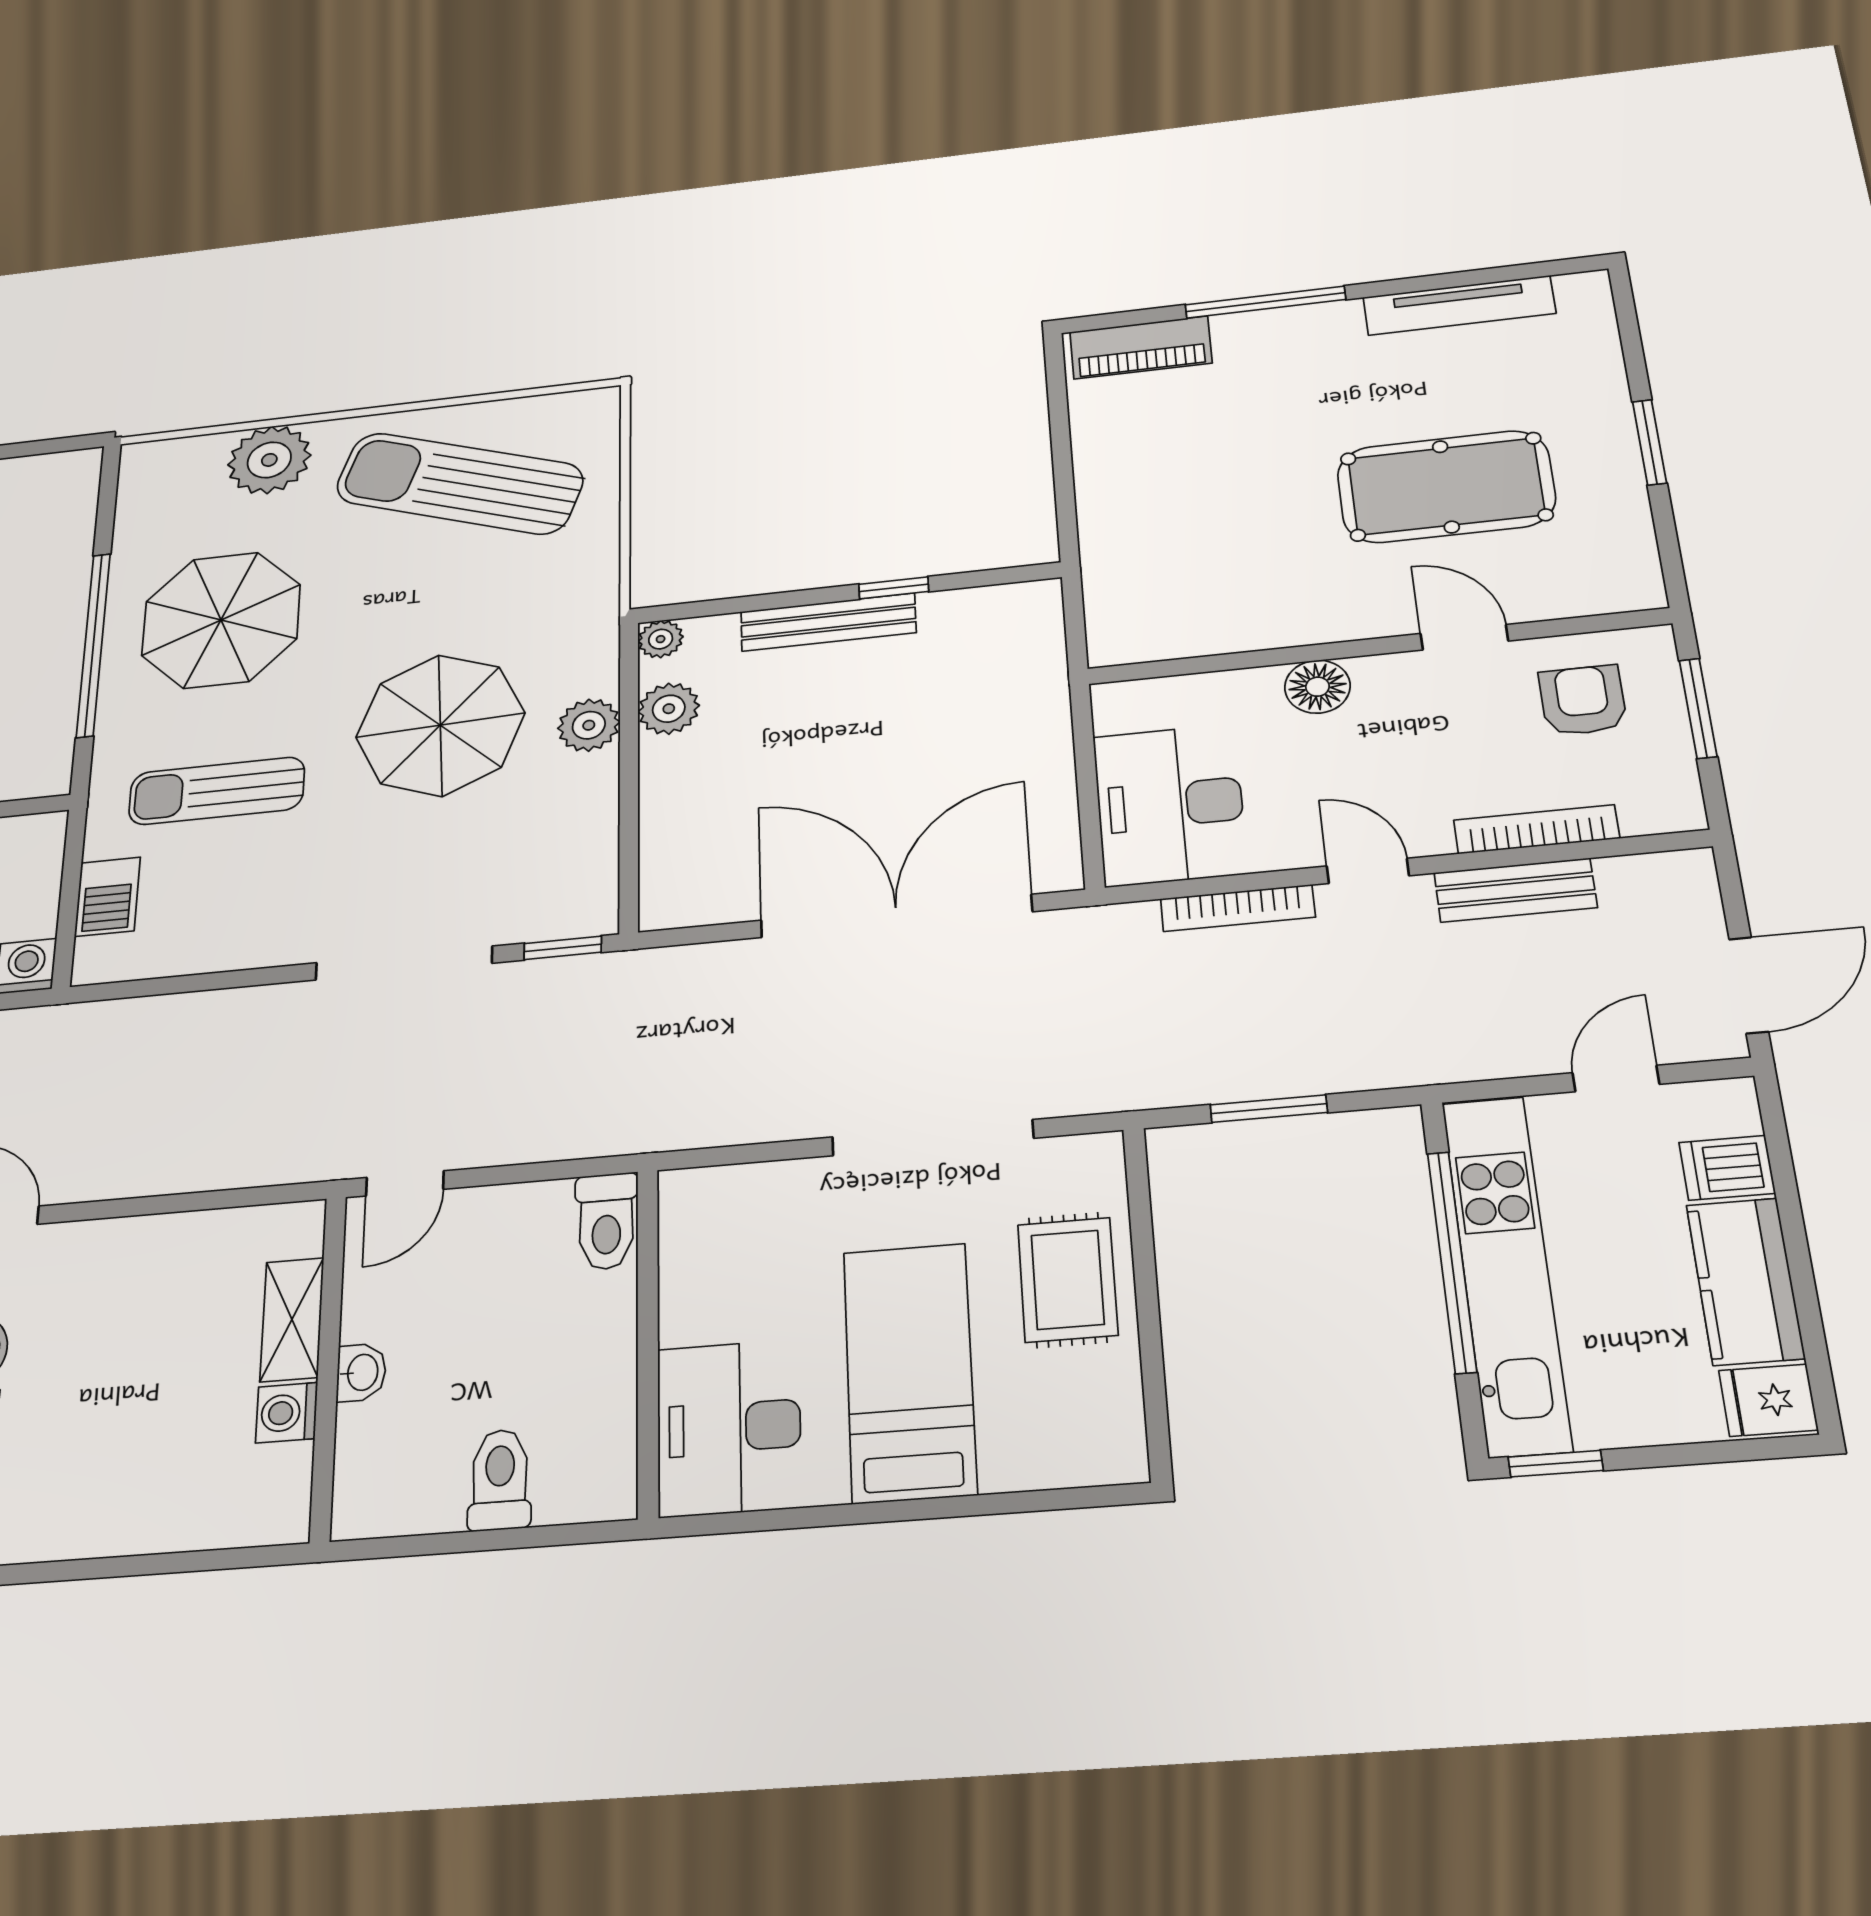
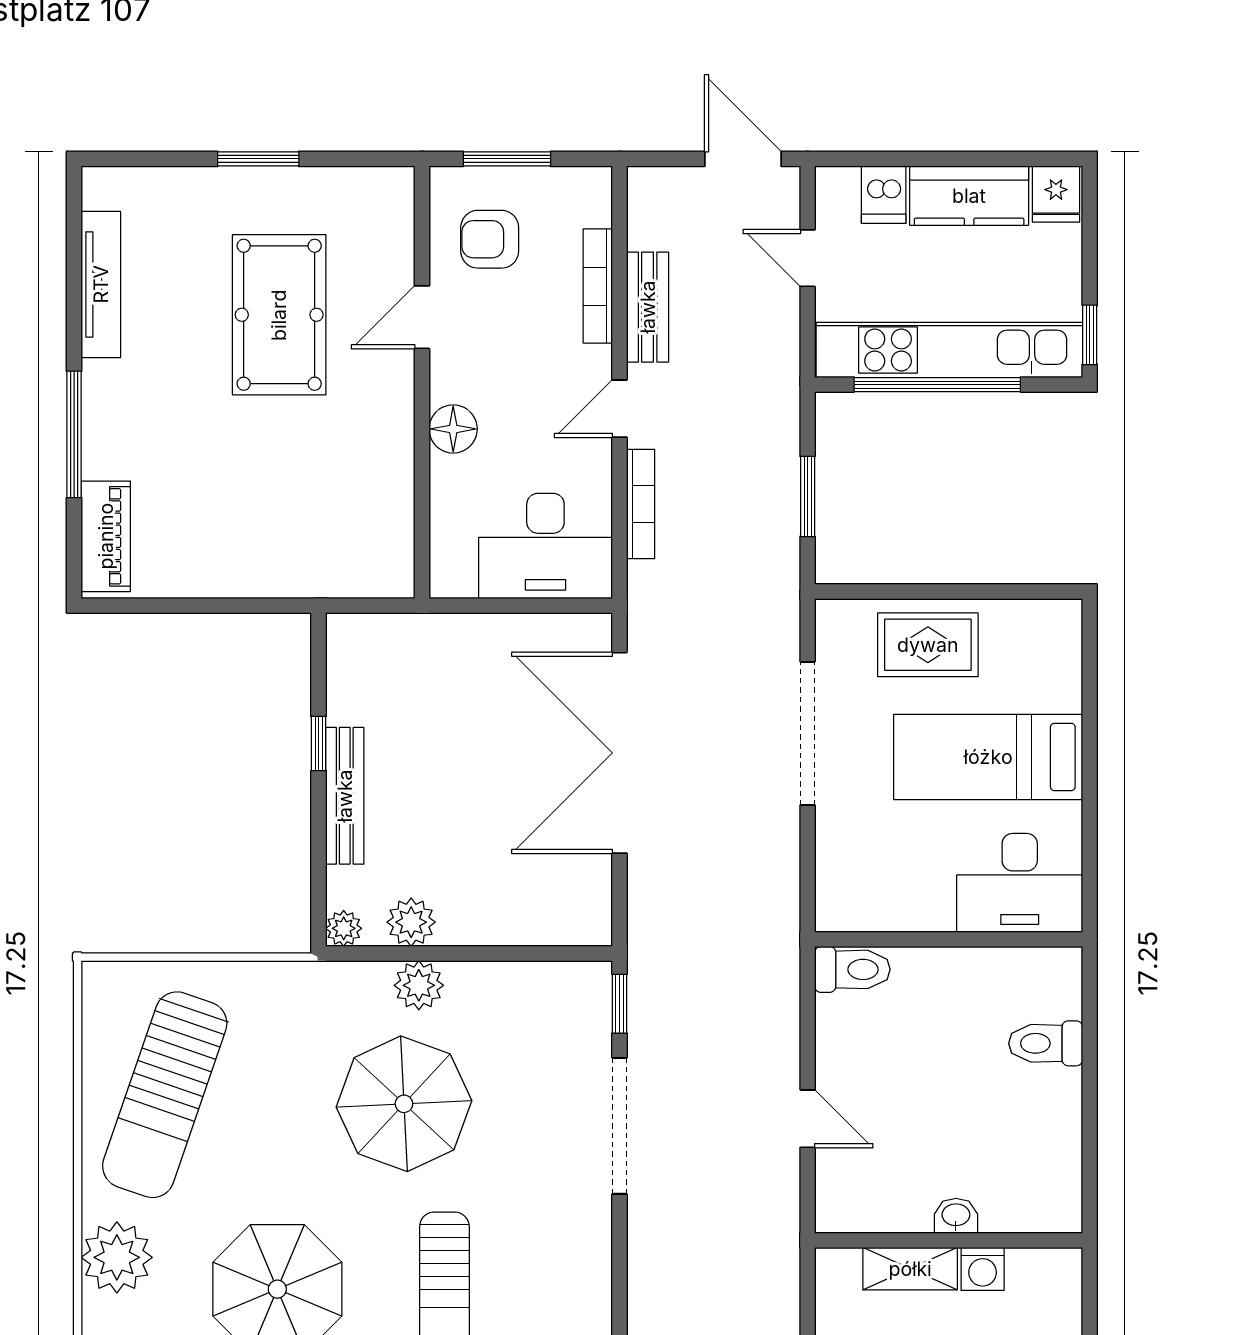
shelving: (292, 1320) -> (910, 1269), moved
wall: (328, 1366) -> (949, 1240), moved
washbasin: (361, 1372) -> (956, 1216), moved
washing machine: (287, 1413) -> (983, 1269), moved

